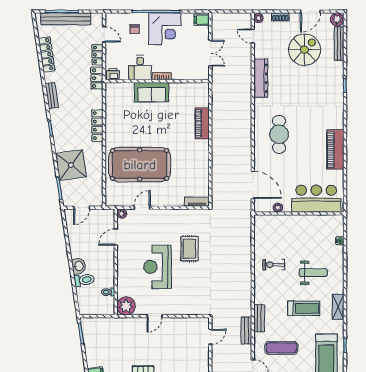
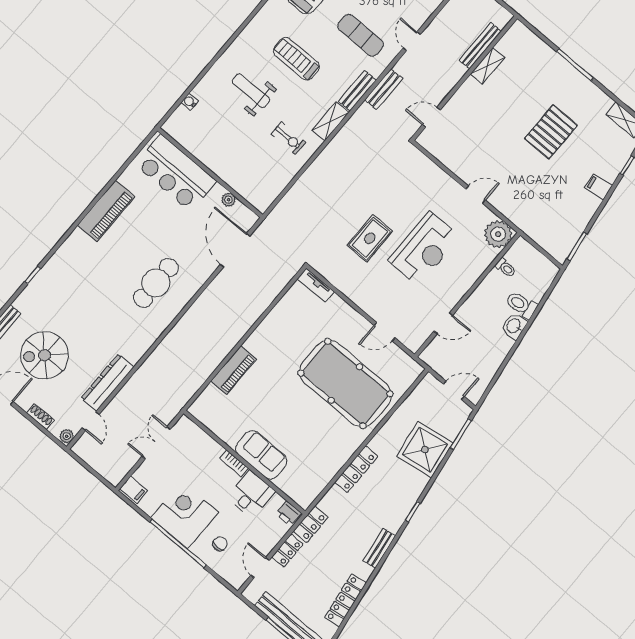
dresser: (261, 78) -> (107, 383), moved
plant: (122, 214) -> (414, 345), removed
shelving: (338, 307) -> (331, 121), moved

